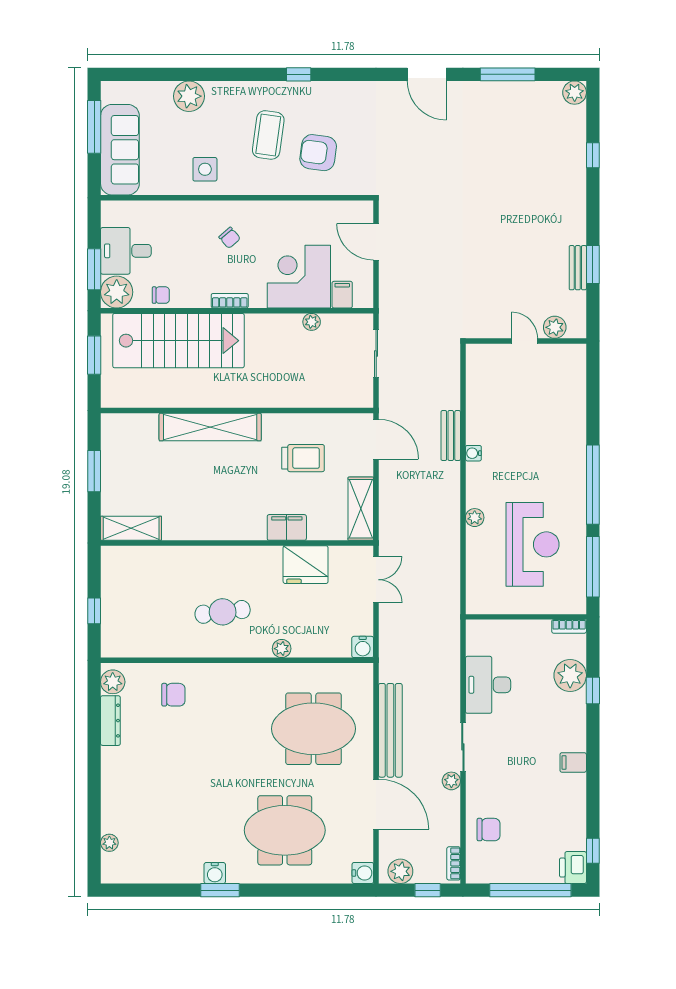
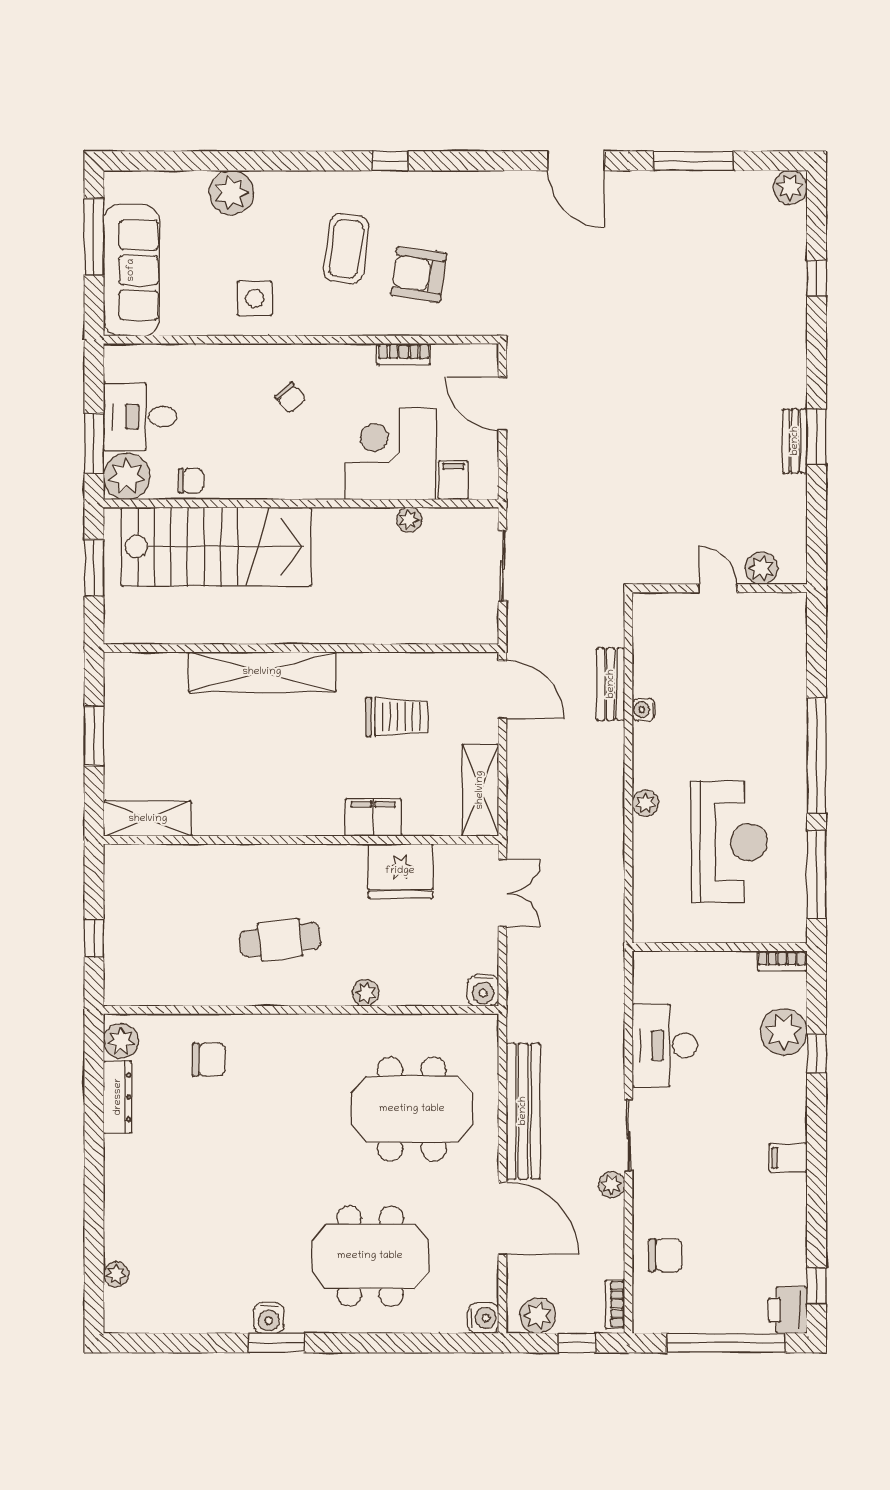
bookcase: (230, 301) -> (404, 354), moved, turned 180
plant: (555, 327) -> (761, 568), moved
door: (525, 341) -> (718, 588), moved
wall: (526, 341) -> (720, 588), moved

